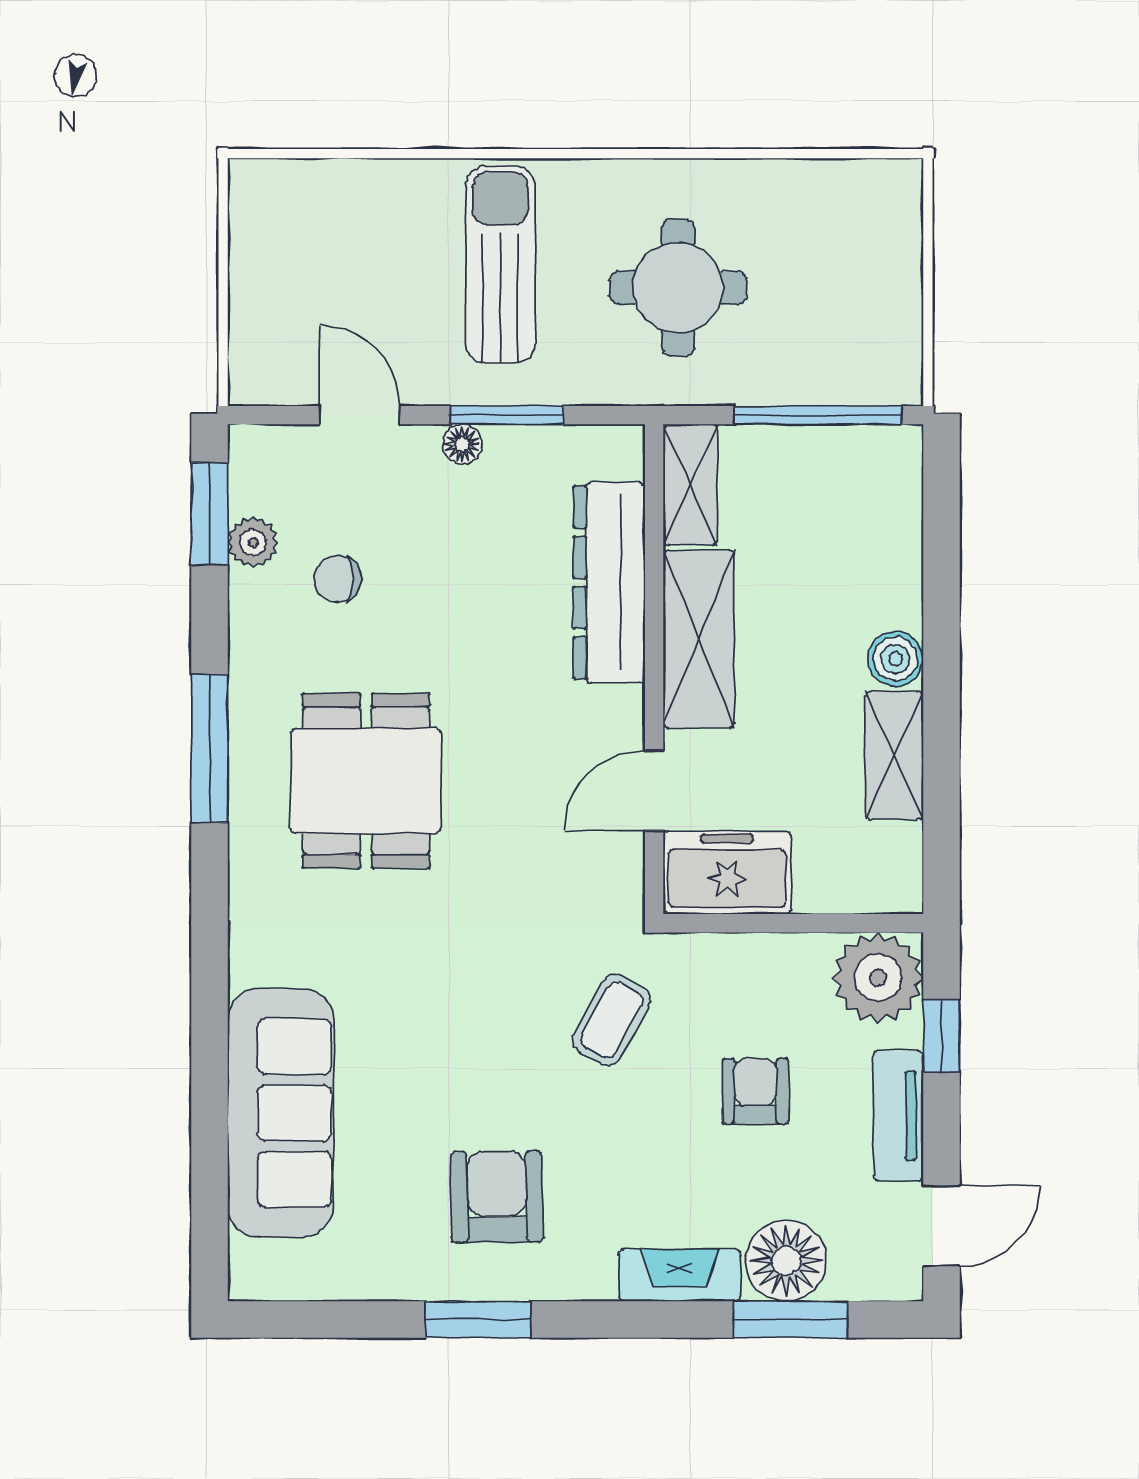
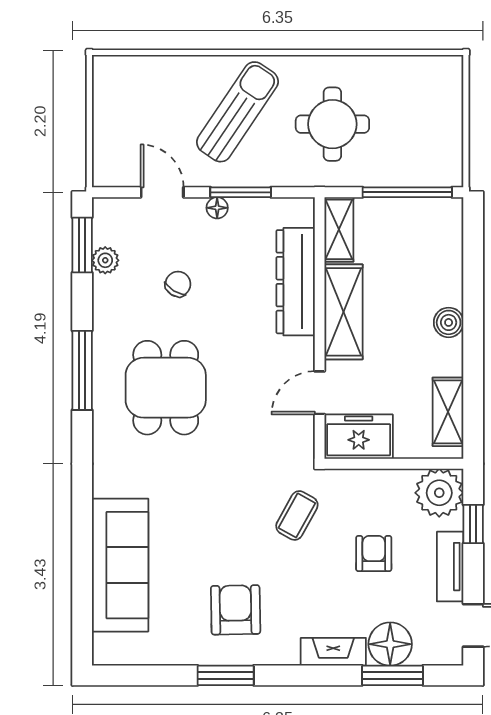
sun lounger: (500, 265) -> (237, 112), turned 34
chair: (338, 579) -> (178, 284), moved, turned 122
shelving: (894, 756) -> (448, 412), moved

